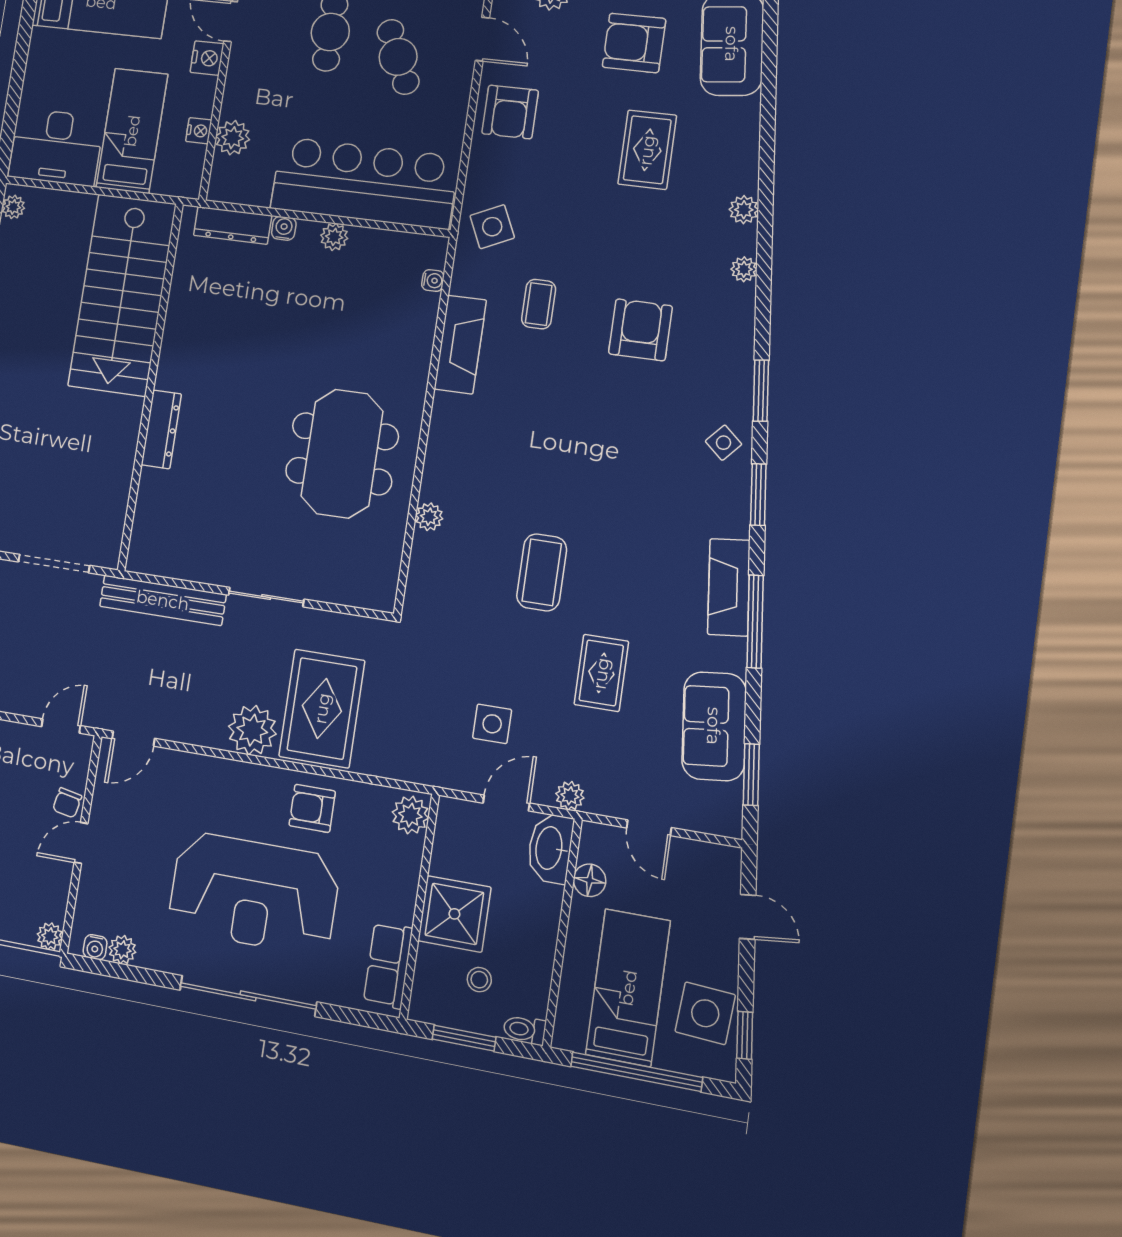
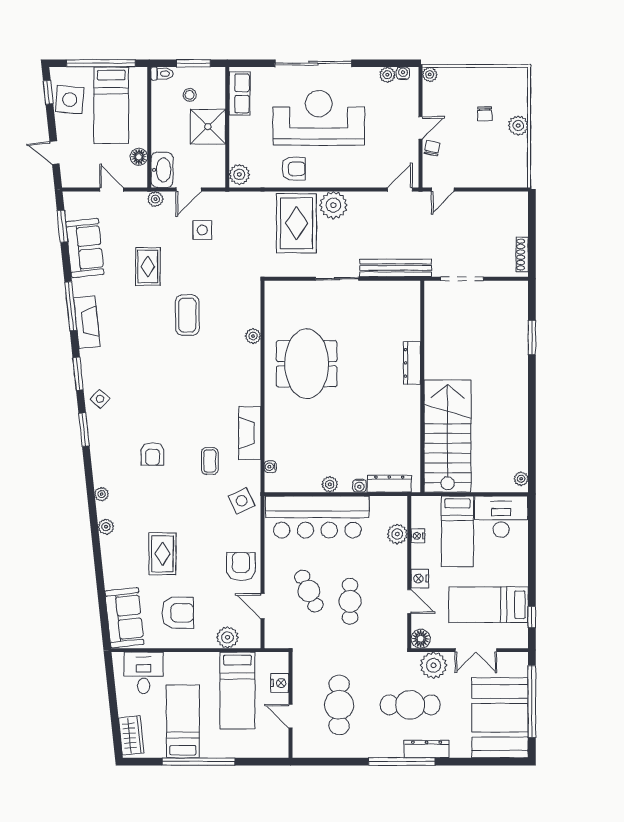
armchair: (640, 330) -> (152, 454), width x0.72, depth x0.72

